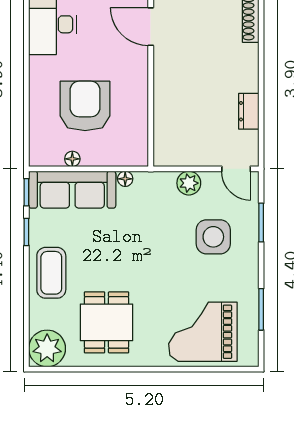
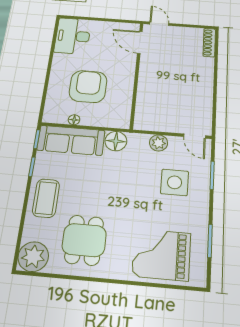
dresser: (249, 111) -> (206, 99), removed
floor lamp: (125, 179) -> (116, 141), width x1.89, depth x1.89

